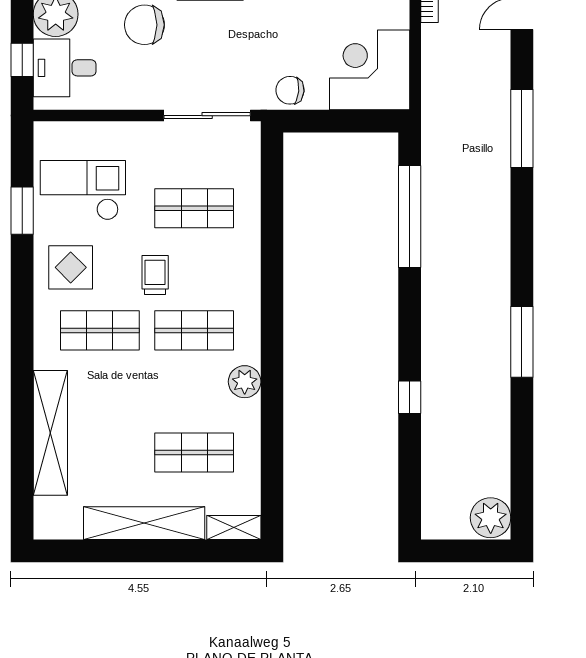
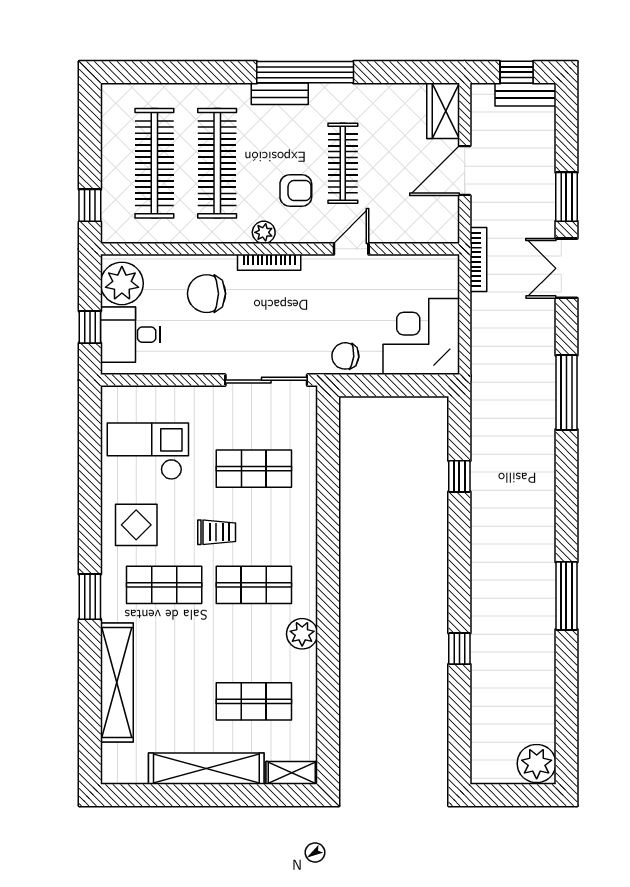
window: (22, 211) -> (90, 597), moved
window: (410, 216) -> (459, 476), width x0.32
trolley: (155, 275) -> (217, 532), turned 90

